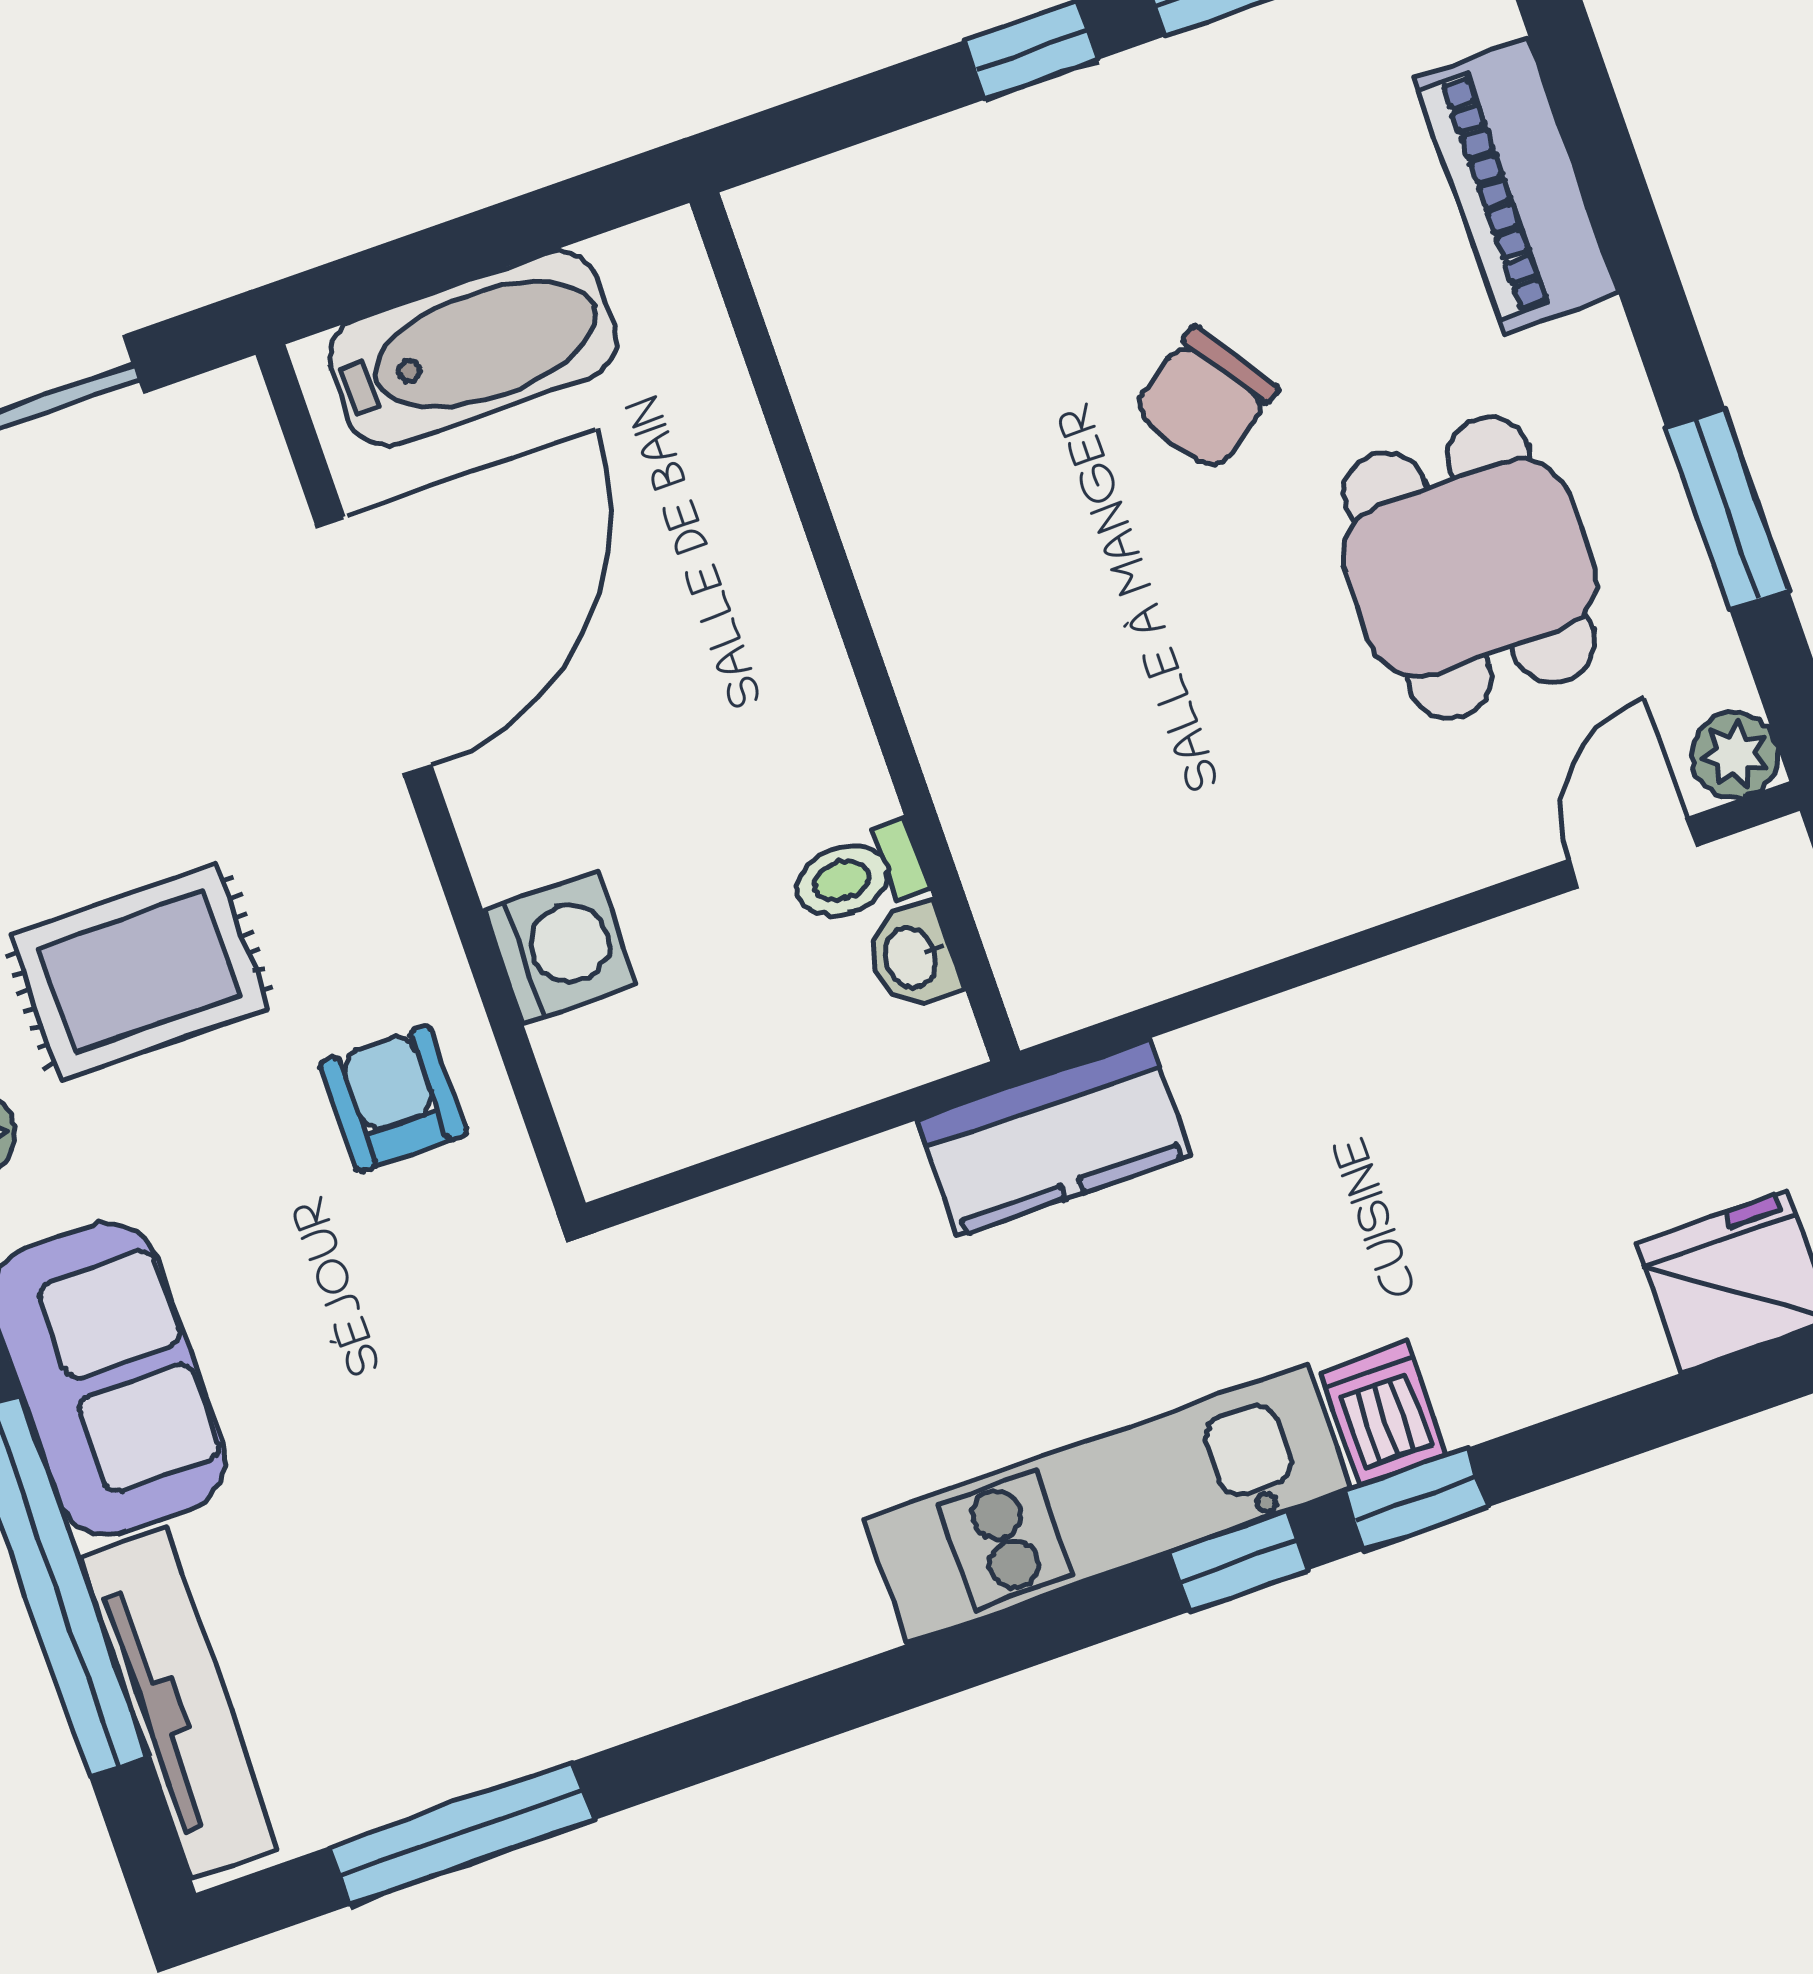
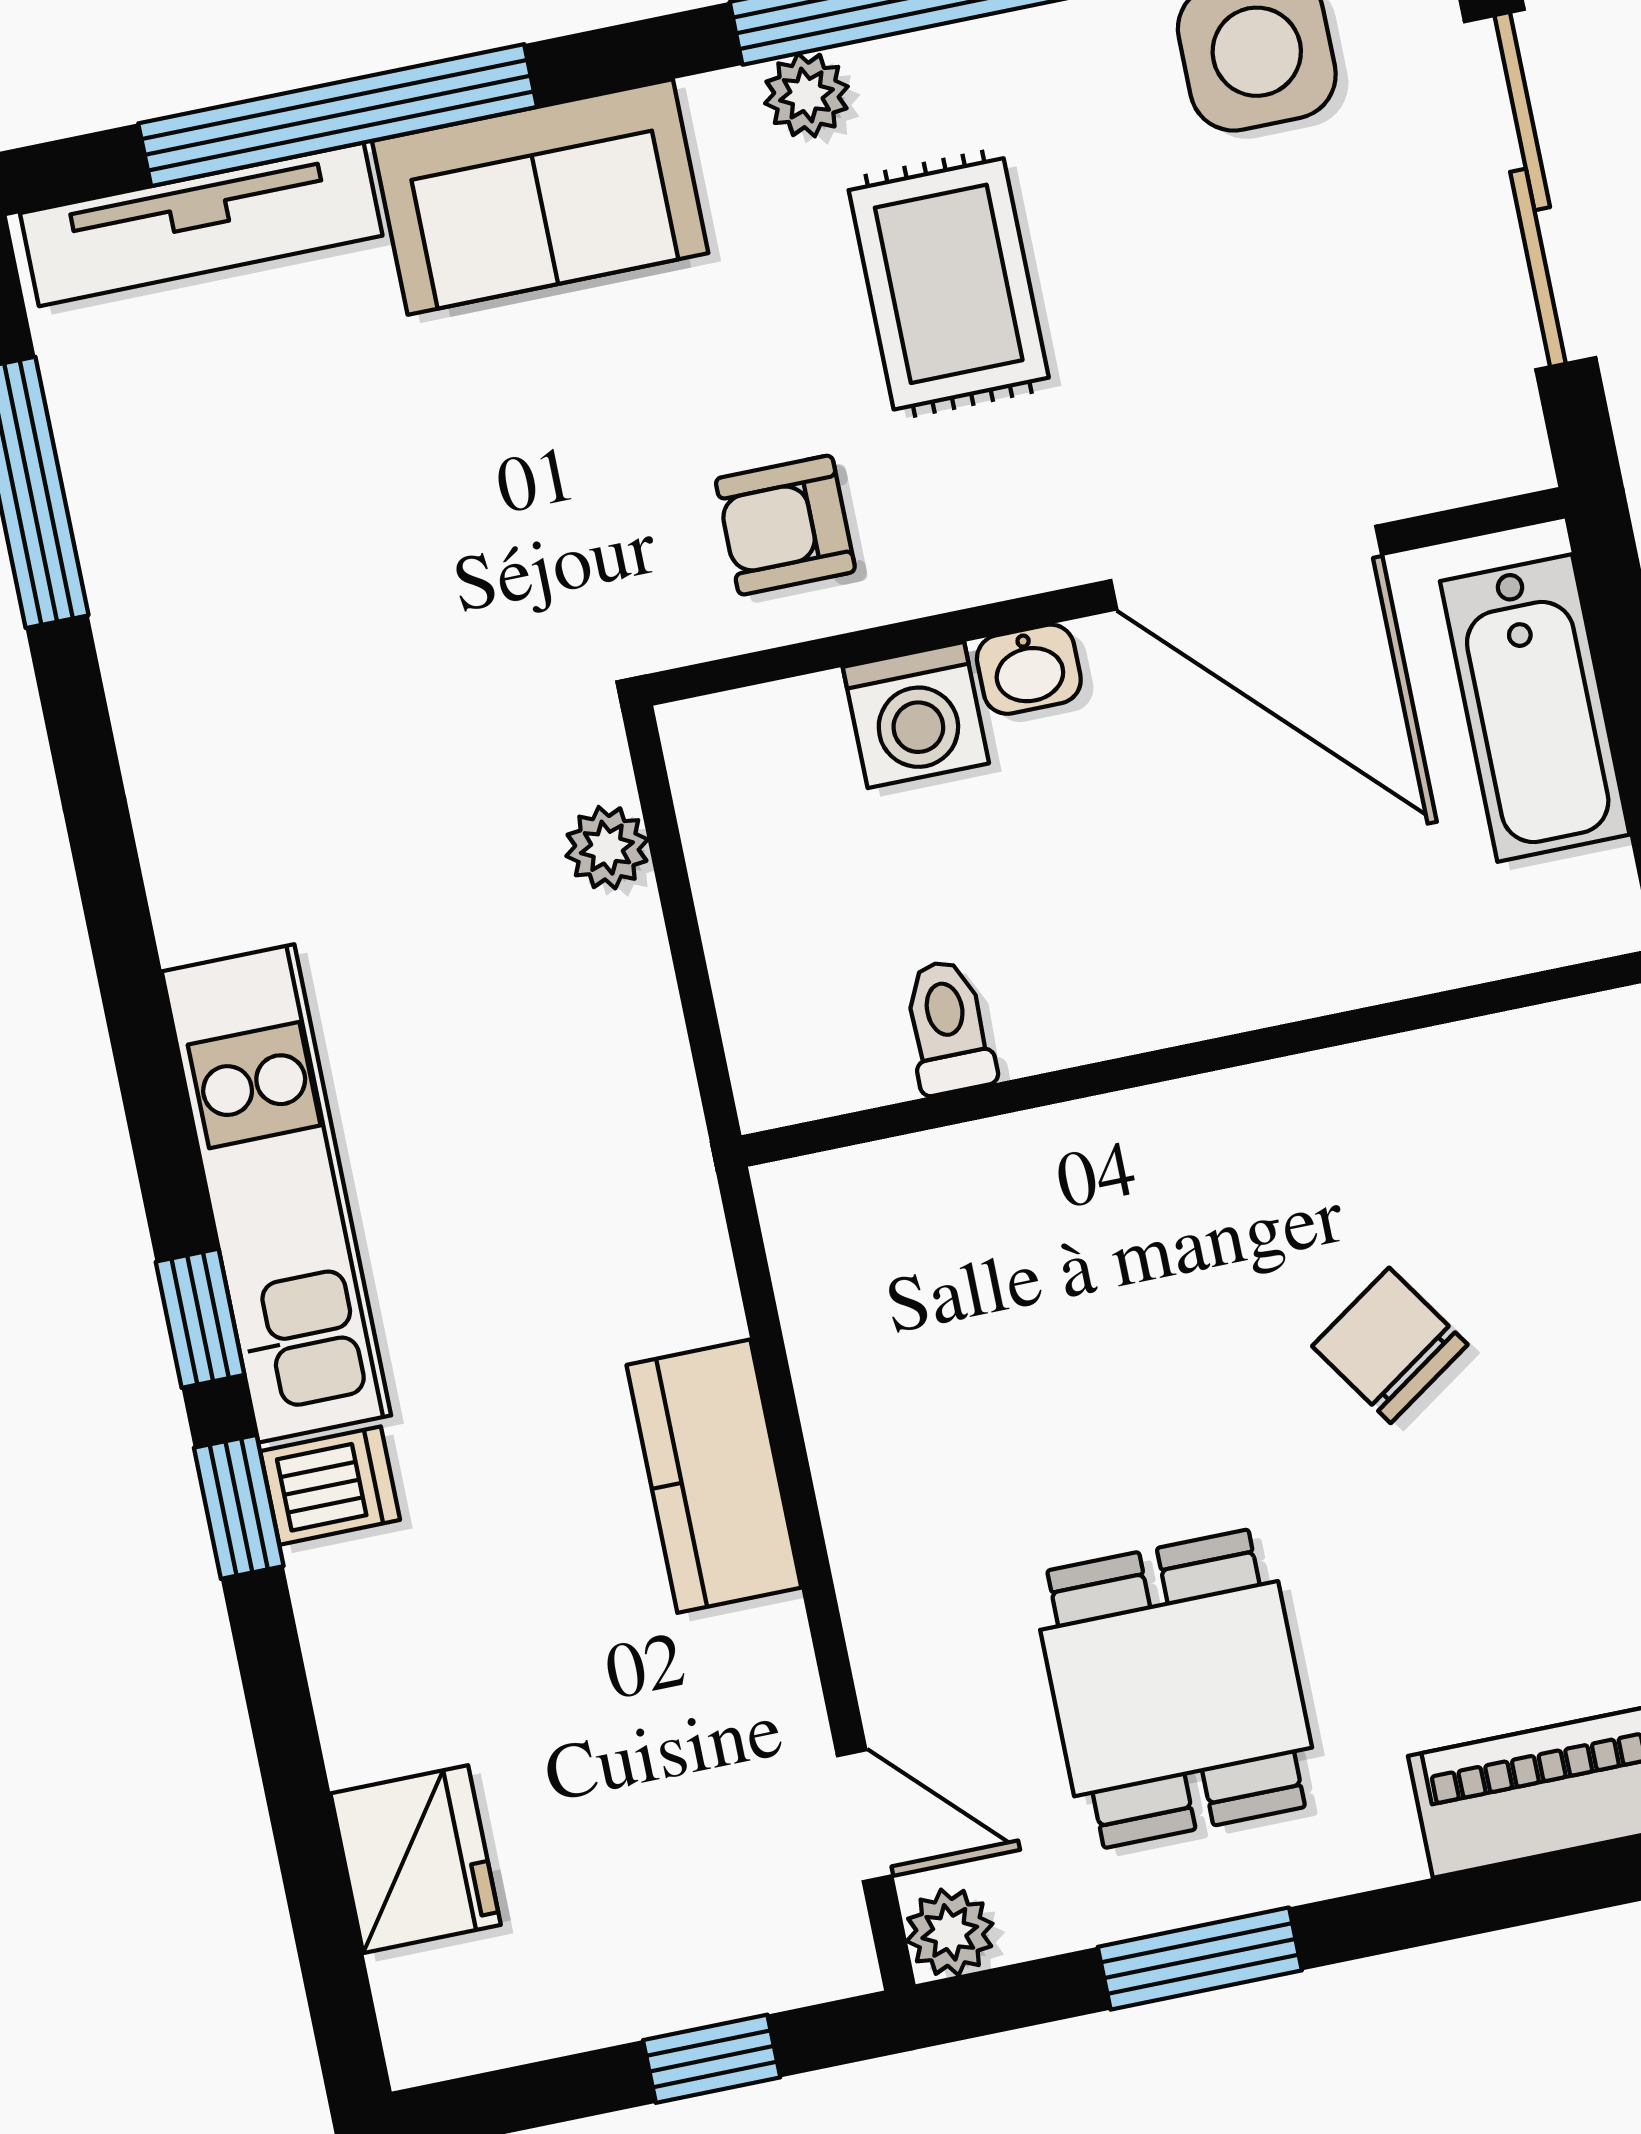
chair: (1205, 399) -> (1390, 1345), moved
dining table: (1469, 568) -> (1176, 1689), turned 90
washbasin: (912, 957) -> (1029, 669), moved, turned 180
armchair: (394, 1098) -> (785, 525), turned 180
kitchen counter: (1054, 1138) -> (714, 1476), moved
plant: (729, 1229) -> (607, 848), added

